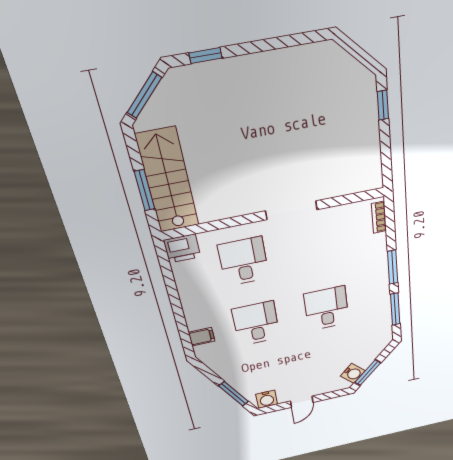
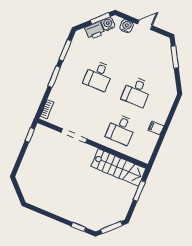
window: (383, 105) -> (30, 135), moved
stairs: (168, 181) -> (118, 167), moved, turned -90
doorway: (291, 210) -> (74, 136), moved
printer: (182, 249) -> (95, 31), moved, turned 135
filing cabinet: (202, 337) -> (156, 128), moved
water cooler: (267, 399) -> (126, 26), moved

